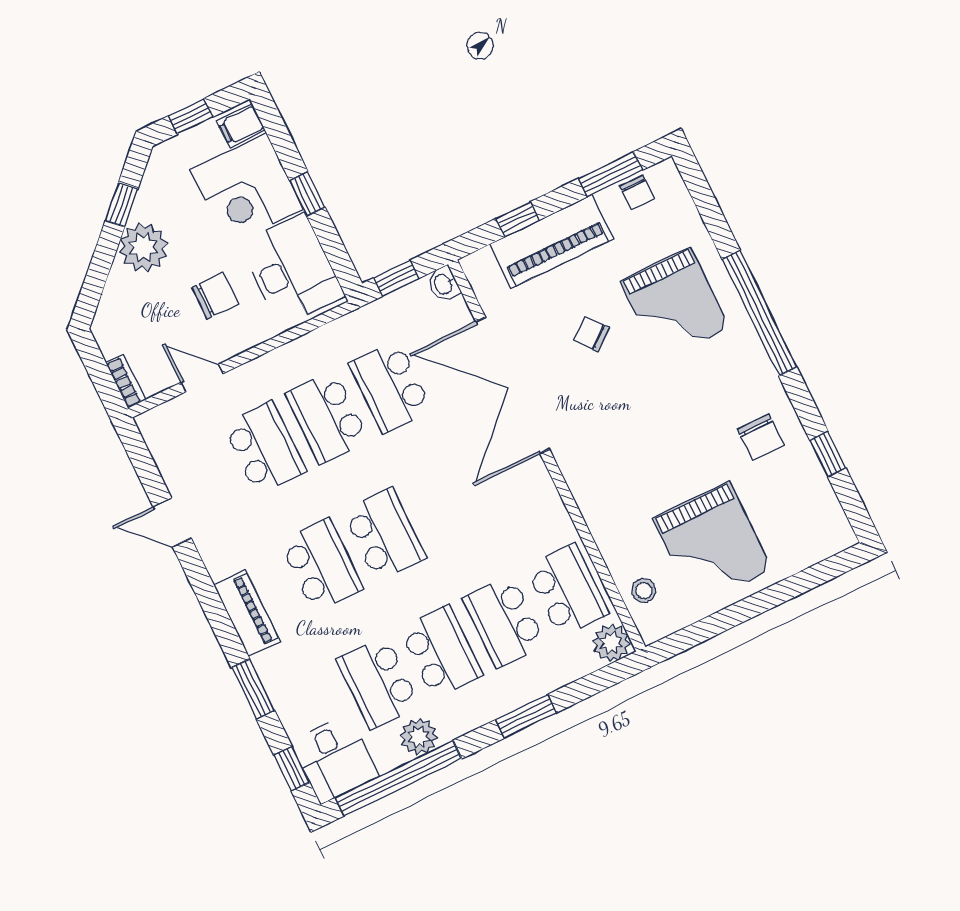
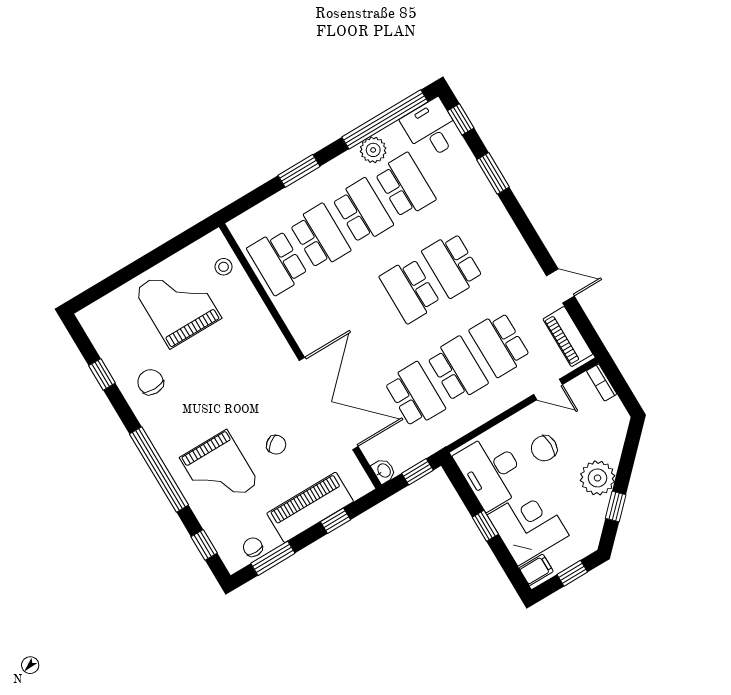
window: (705, 202) -> (204, 545), added
grand piano: (675, 304) -> (219, 470), turned 180
piano: (247, 613) -> (568, 337), moved
plant: (611, 643) -> (243, 228), removed
school desk: (441, 652) -> (363, 211), turned 180

